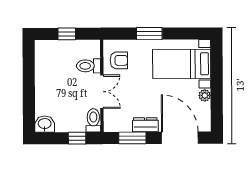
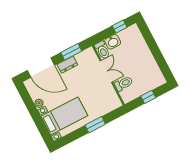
armchair: (119, 60) -> (106, 97), removed
double door: (102, 92) -> (106, 71), swing flipped
washbasin: (45, 124) -> (113, 42), moved
window: (77, 138) -> (120, 27), moved

